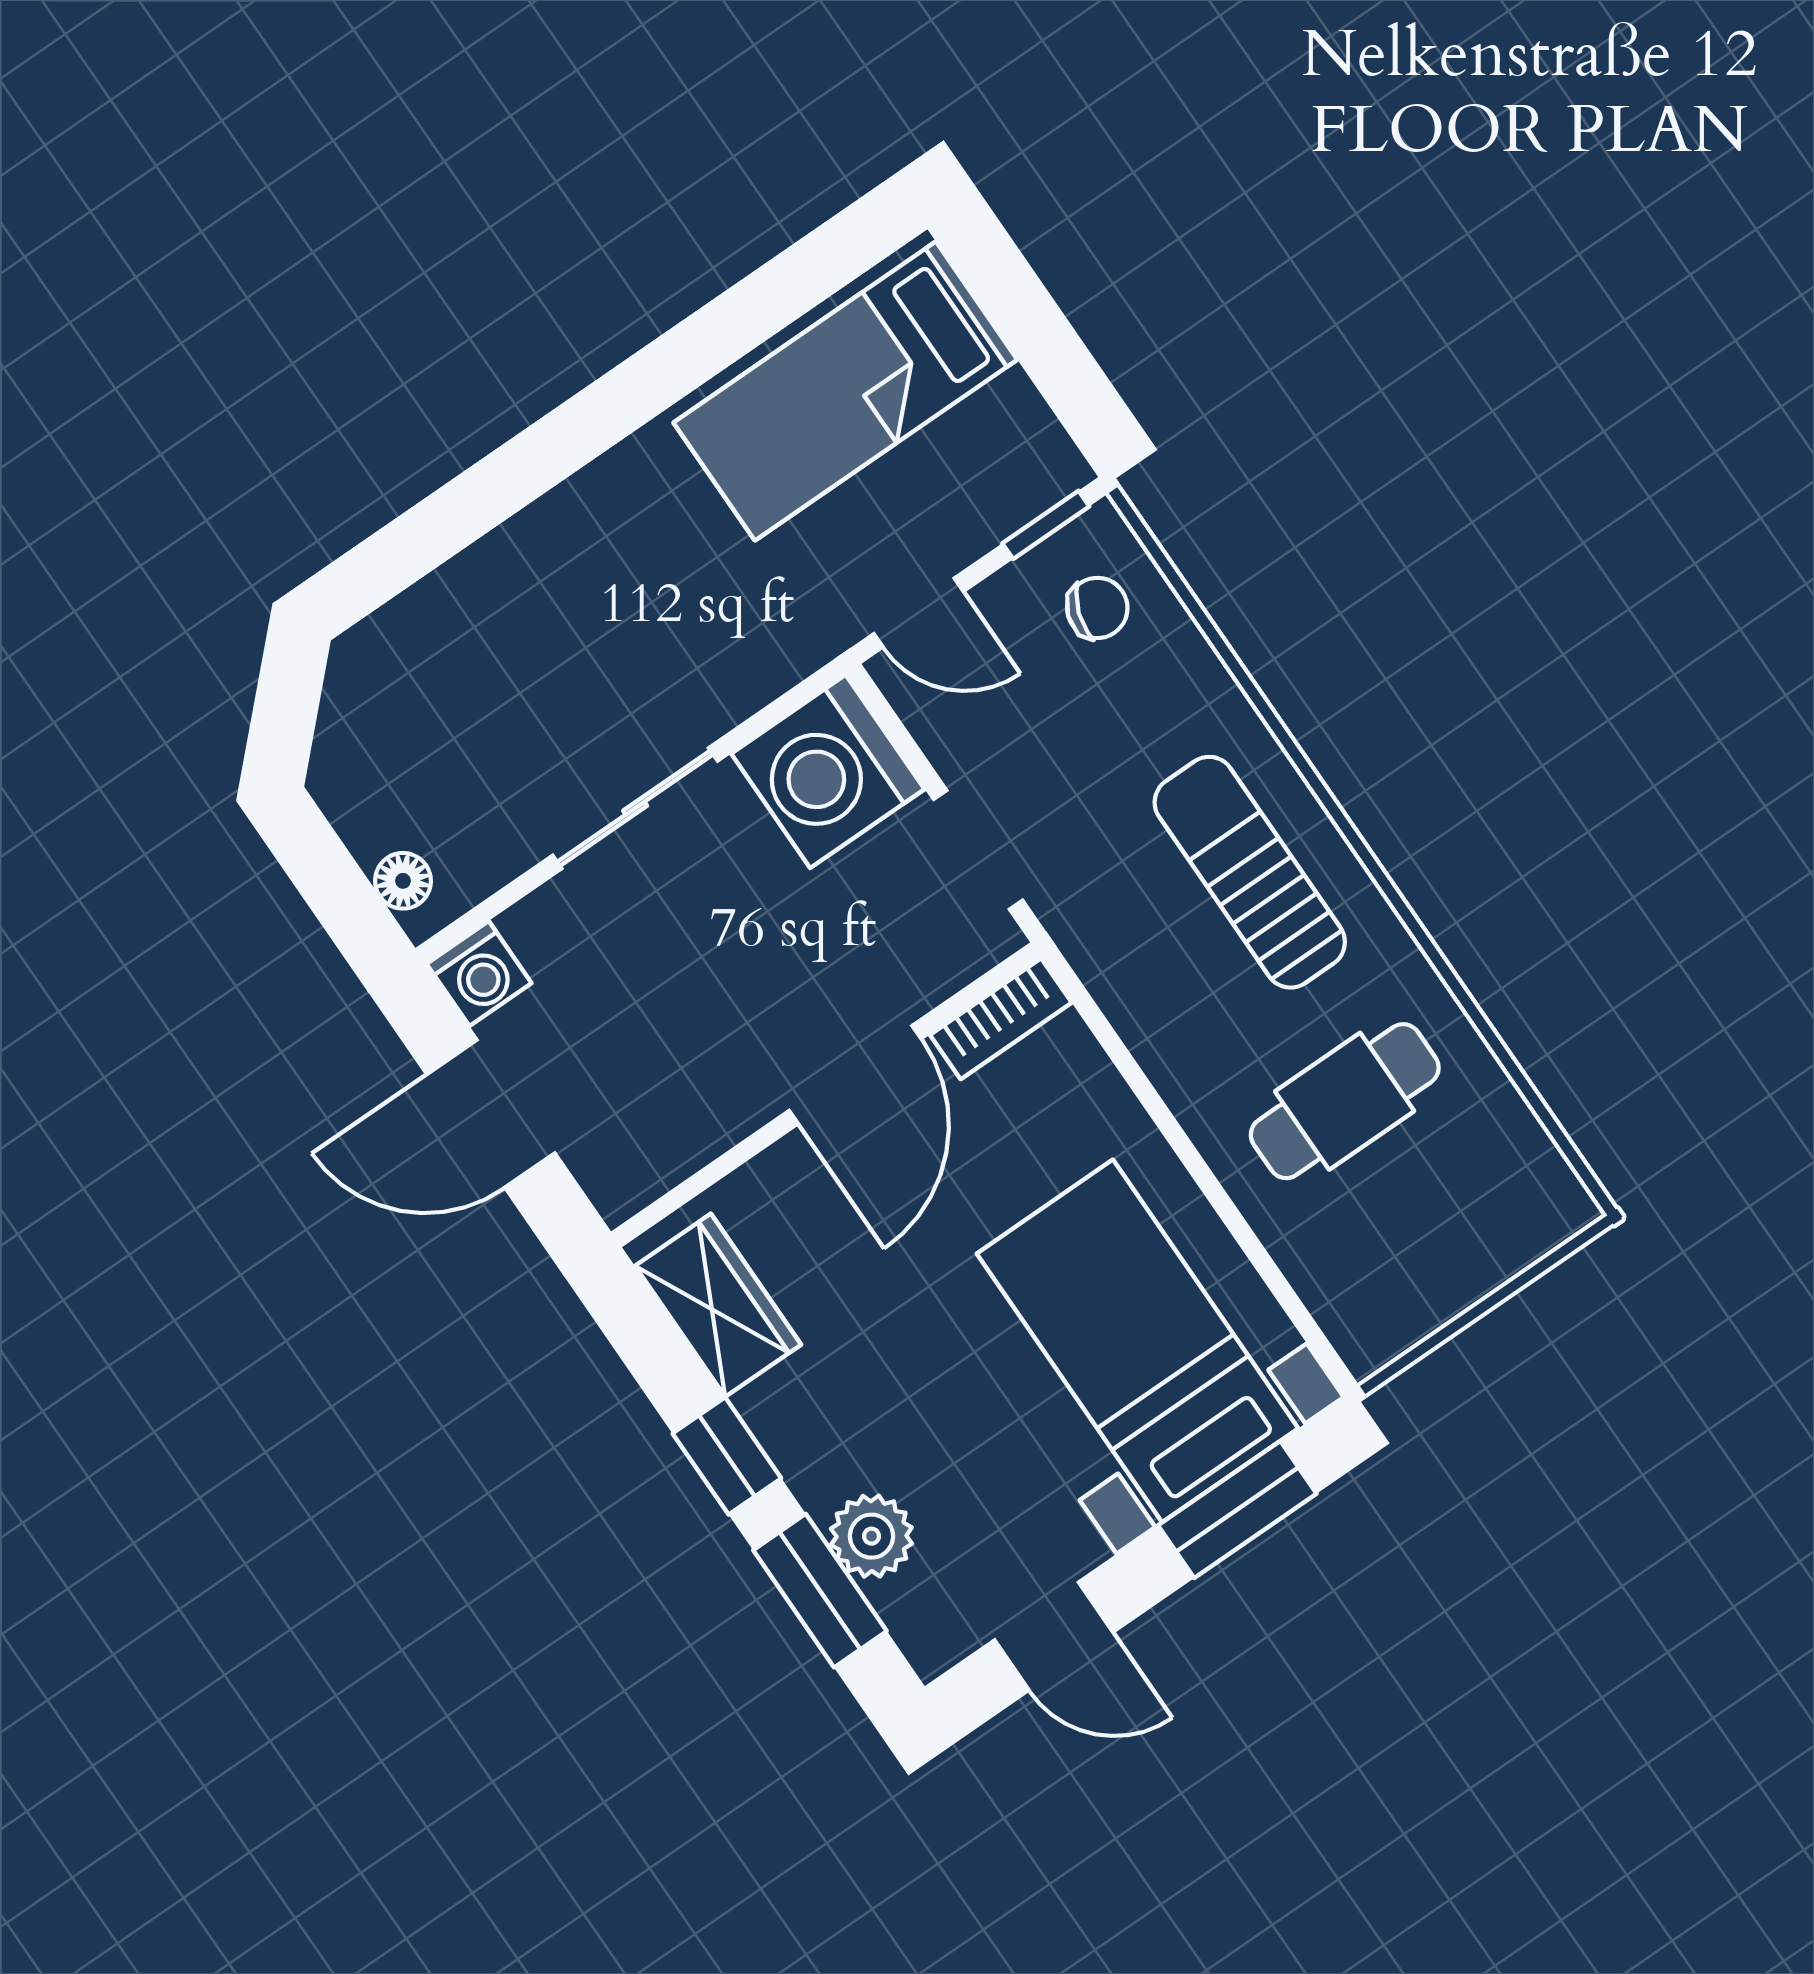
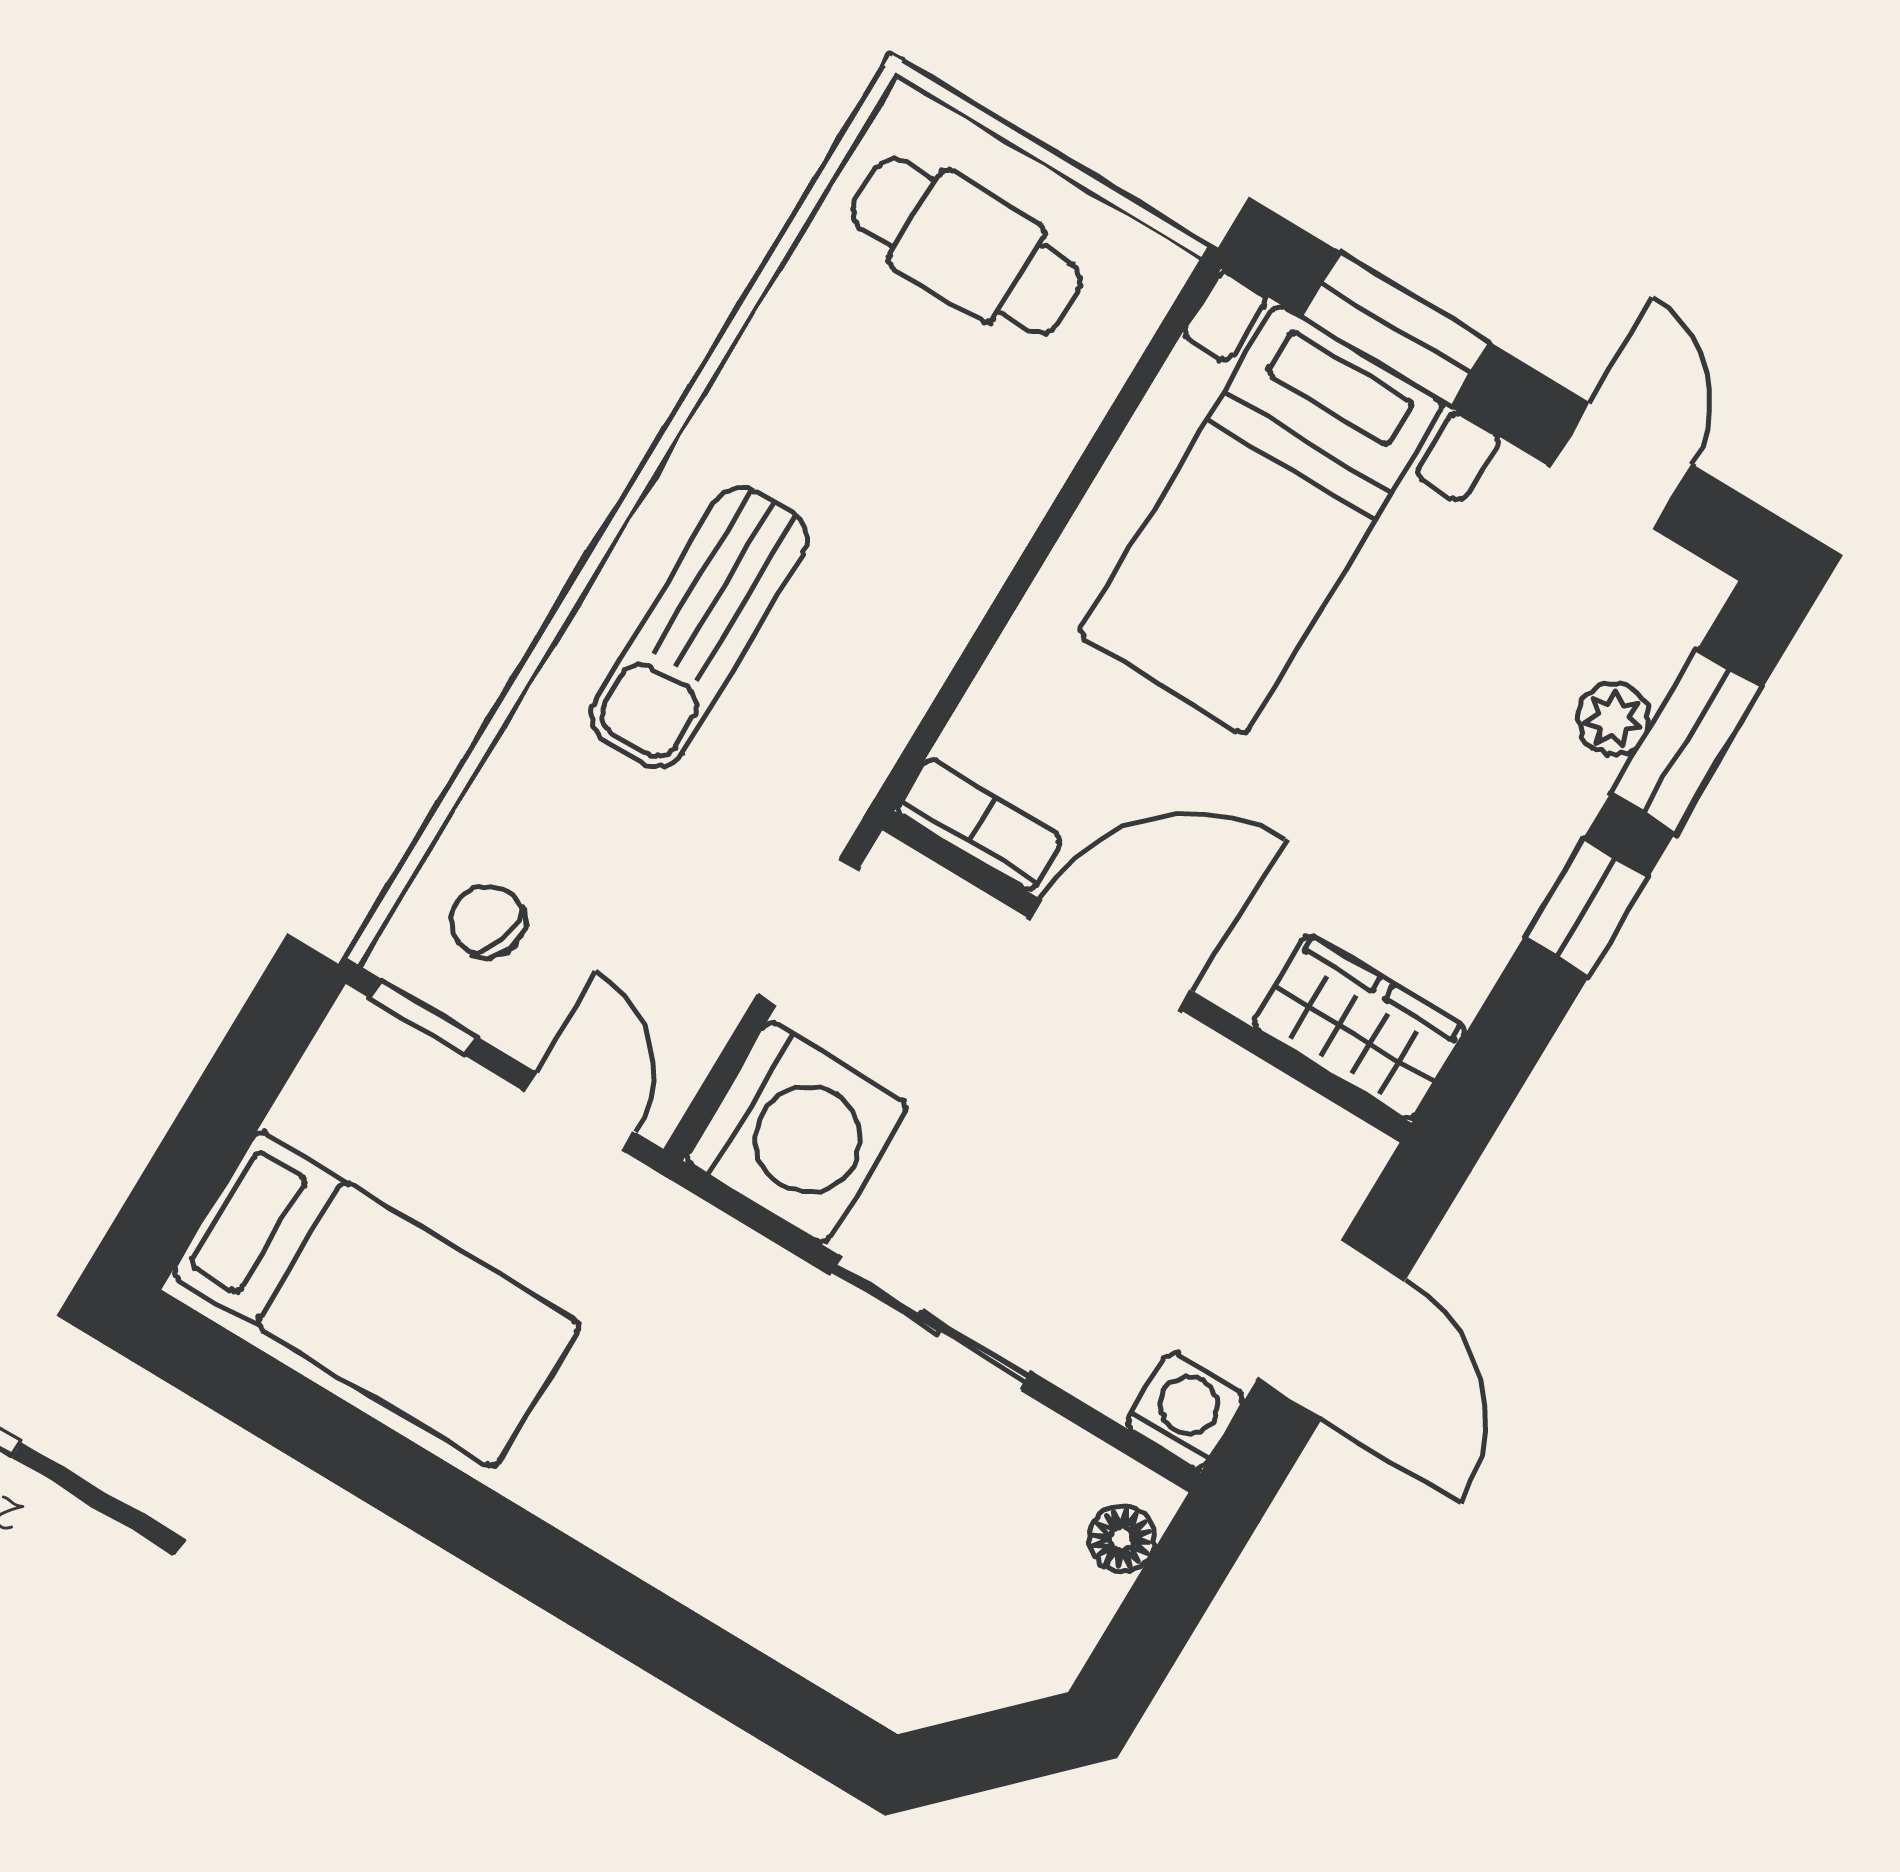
cafe table: (1345, 1101) -> (967, 246), moved
wardrobe: (718, 1305) -> (1359, 1027), moved, turned 90
plant: (871, 1536) -> (1614, 719), width x0.73, depth x0.73

